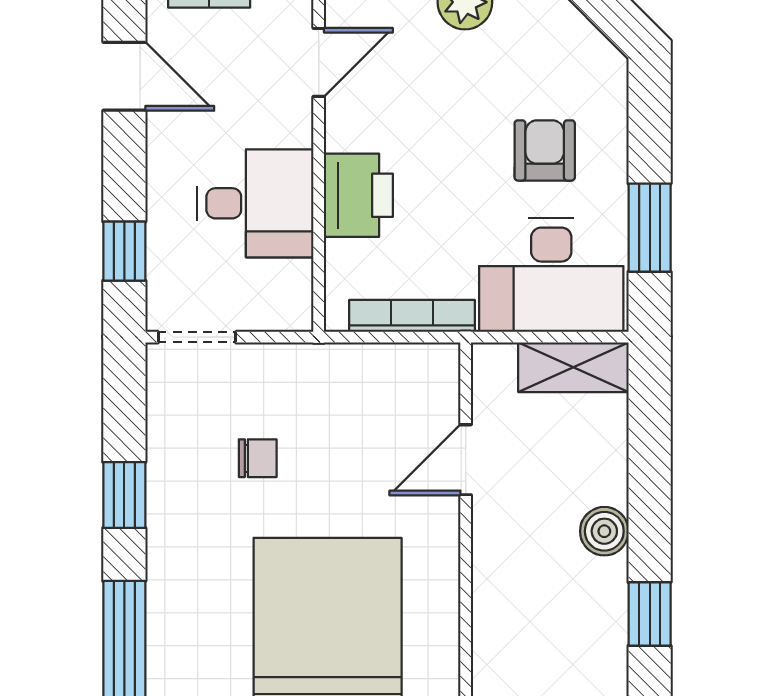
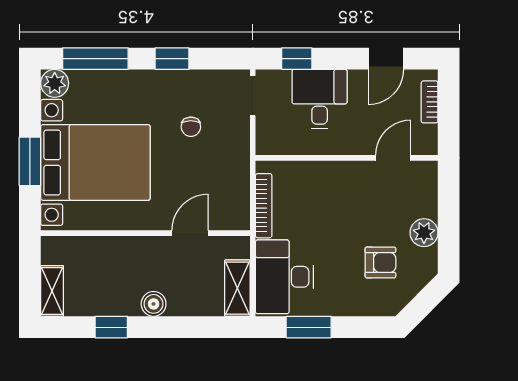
door: (319, 62) -> (393, 158), swing flipped
armchair: (545, 150) -> (380, 262), moved
printer: (358, 195) -> (325, 178), removed
desk: (255, 203) -> (320, 99), moved, turned 180
door: (466, 460) -> (190, 233), hinge flipped

